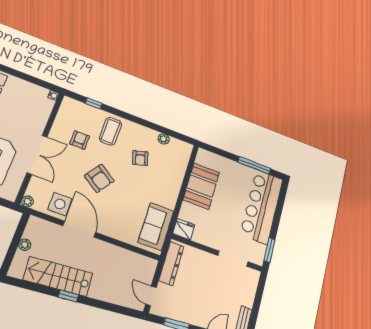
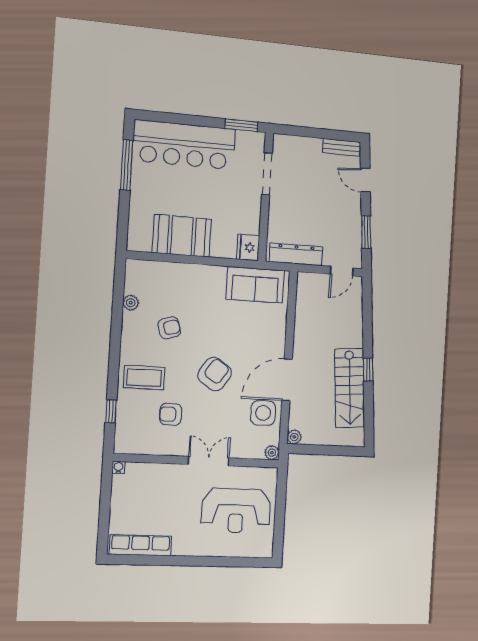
double door: (37, 155) -> (209, 461), width x0.73
plant: (25, 245) -> (294, 437), moved

